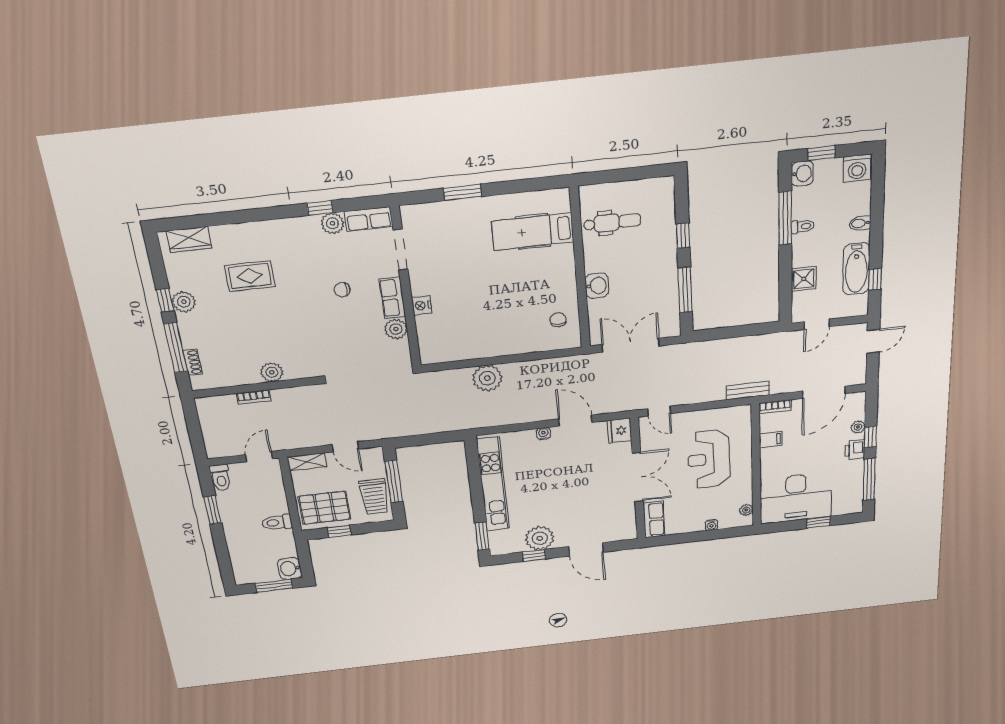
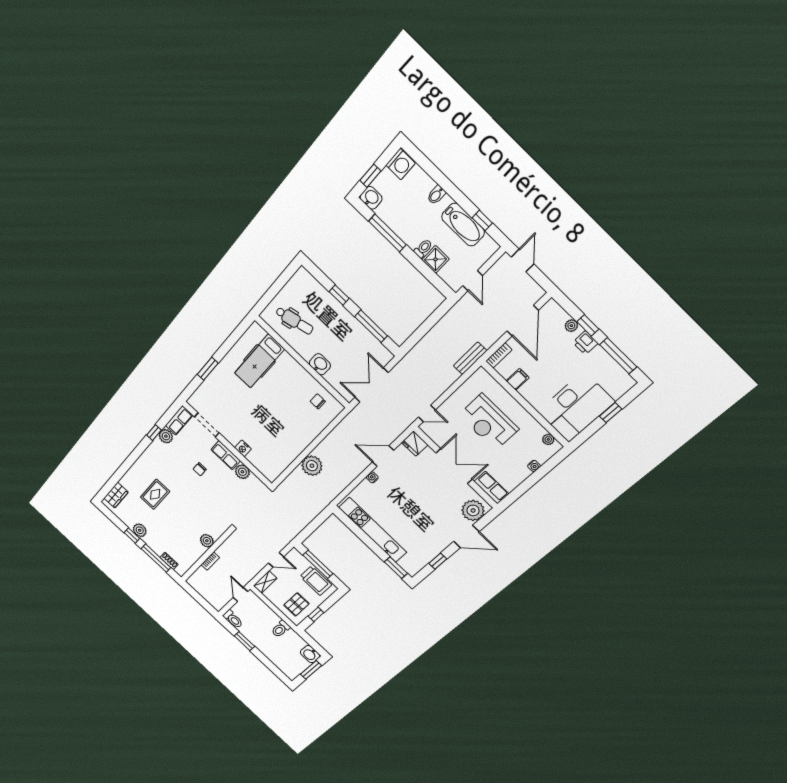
dental chair: (612, 222) -> (294, 321), turned 77
toilet: (803, 226) -> (423, 248), moved
pallet: (324, 508) -> (296, 604), width x0.67, depth x0.71
plant: (540, 538) -> (473, 510), moved

